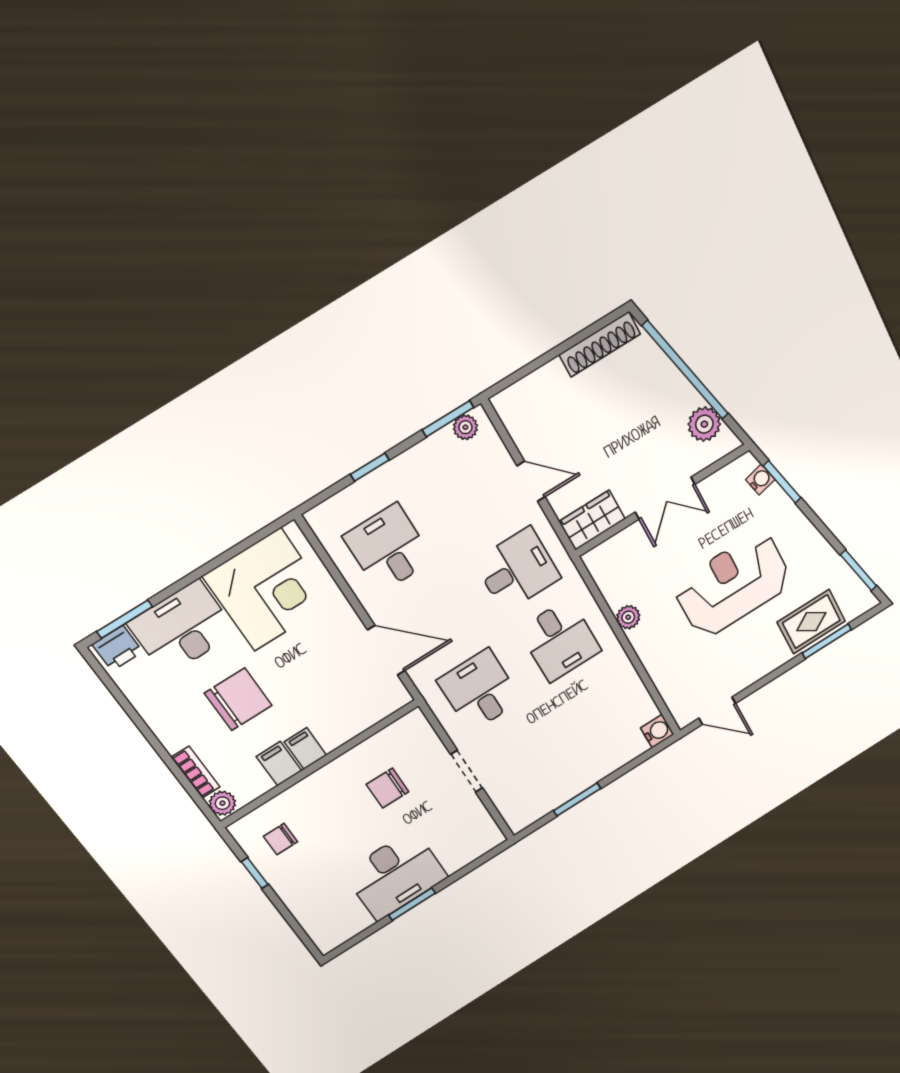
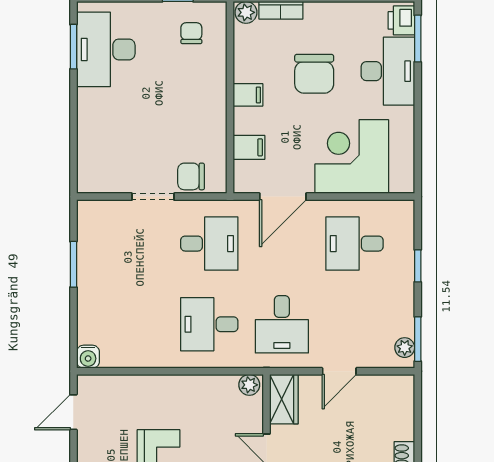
desk: (388, 548) -> (354, 244), turned 180
corner desk: (268, 590) -> (352, 157), moved, turned 90
plant: (628, 617) -> (249, 385), moved
filing cabinet: (279, 764) -> (249, 147), moved
chair: (388, 788) -> (191, 176), moved, turned -90
desk: (396, 875) -> (106, 49), moved
window: (412, 904) -> (73, 47), moved

